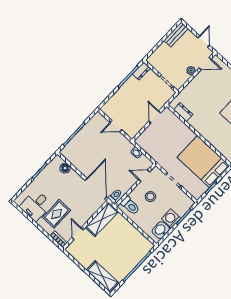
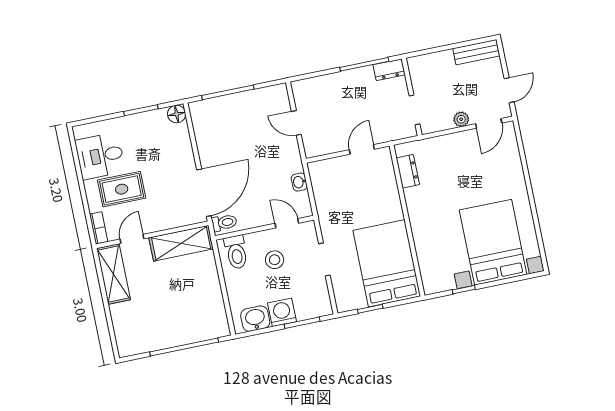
door: (205, 63) -> (489, 123), hinge flipped
floor lamp: (65, 168) -> (177, 114), moved
shelving: (103, 276) -> (114, 274), moved

